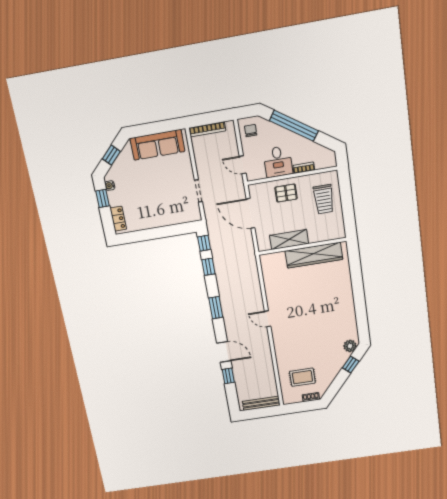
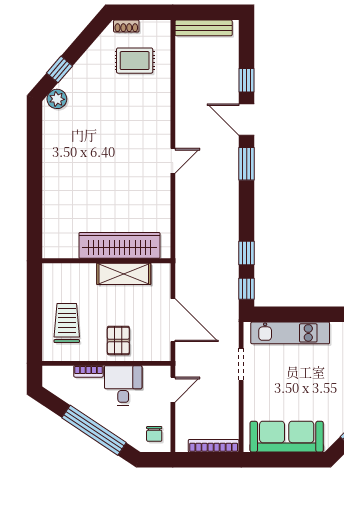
door: (243, 165) -> (173, 390), hinge flipped
pallet: (286, 193) -> (118, 341), turned 90
kitchen unit: (169, 218) -> (290, 333), added
wardrobe: (314, 255) -> (119, 245), moved
window: (216, 308) -> (247, 164), moved
door: (268, 319) -> (173, 161), hinge flipped

